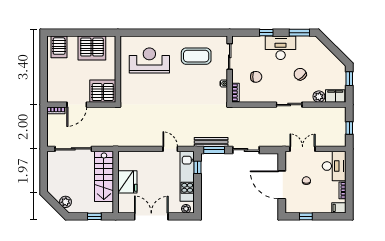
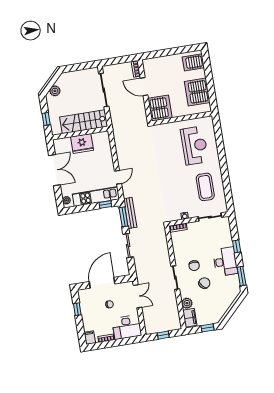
chair: (256, 77) -> (194, 266), moved

